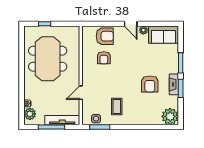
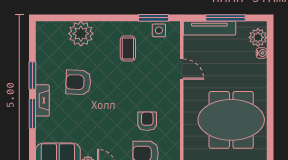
meeting table: (48, 59) -> (231, 120), turned 90
armchair: (150, 84) -> (78, 82), turned -88
fireplace: (174, 84) -> (42, 100), moved
door: (81, 93) -> (182, 69), hinge flipped
plant: (170, 116) -> (81, 34), moved

